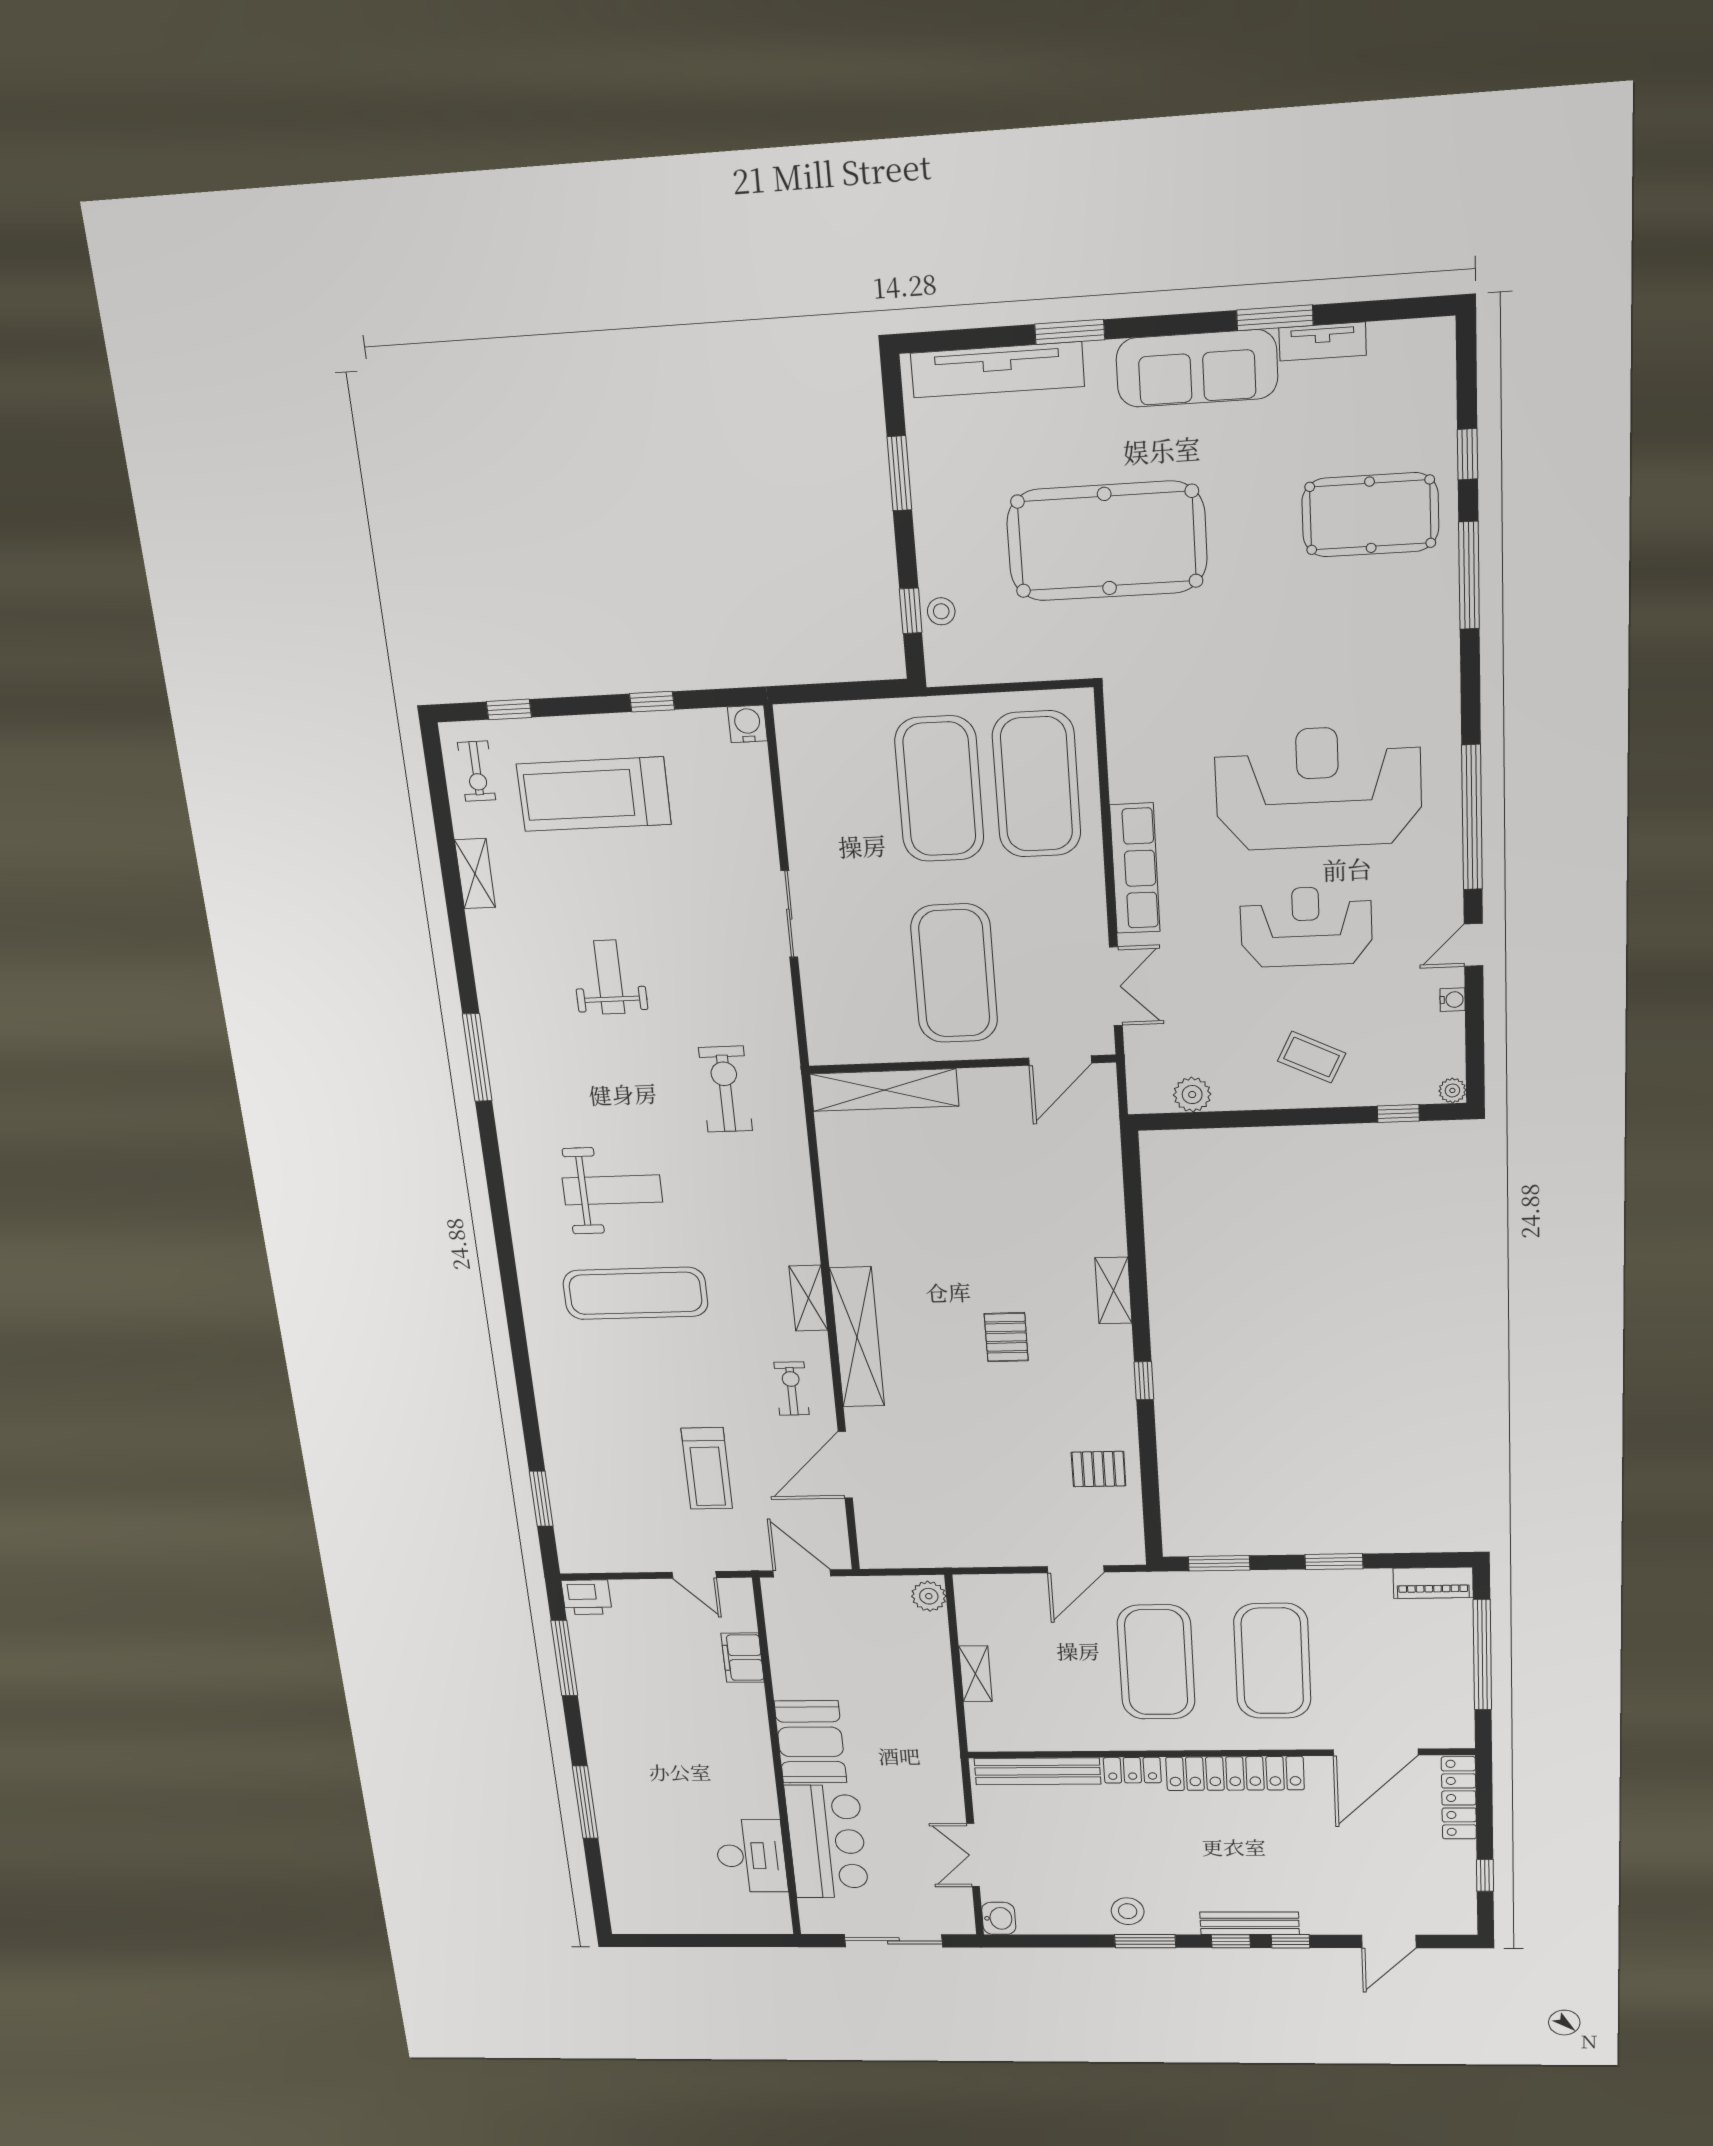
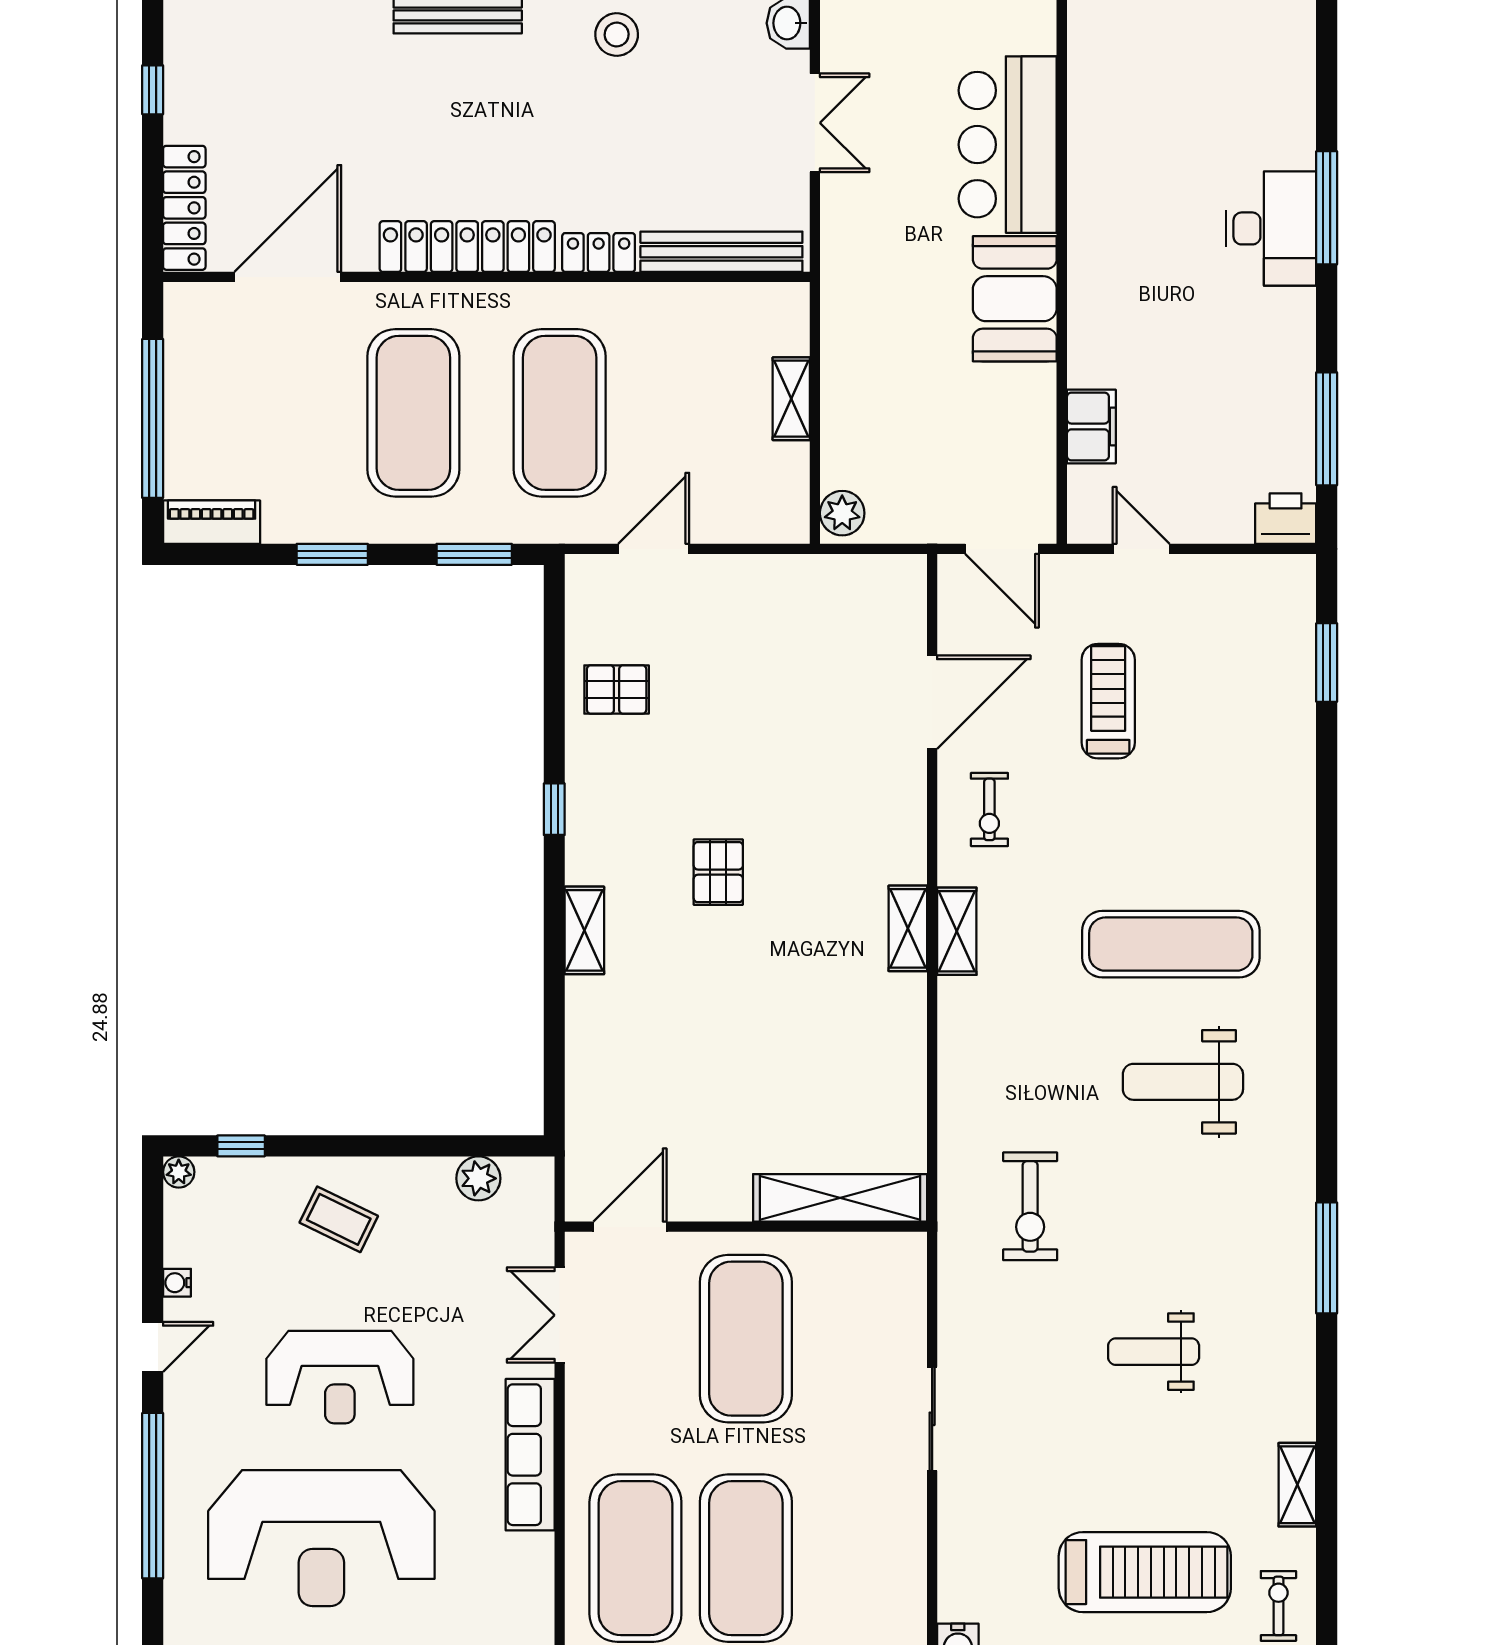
weight bench: (609, 977) -> (1154, 1352), turned 90
shelving: (857, 1337) -> (908, 928), width x0.45, depth x0.75
desk: (751, 1856) -> (1271, 228), moved, turned 180

